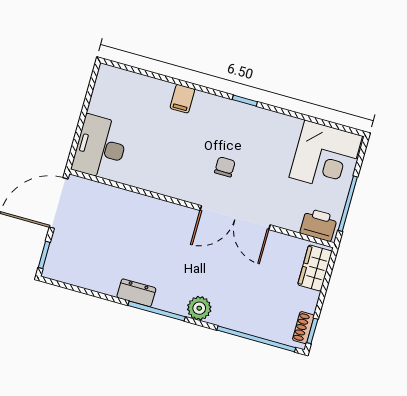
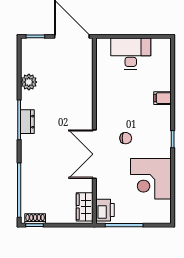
desk: (100, 147) -> (131, 53), moved
corner desk: (326, 157) -> (151, 179), moved
wardrobe: (315, 268) -> (85, 207), moved, turned -90
dresser: (136, 293) -> (27, 122), moved
plant: (199, 308) -> (29, 82), moved

